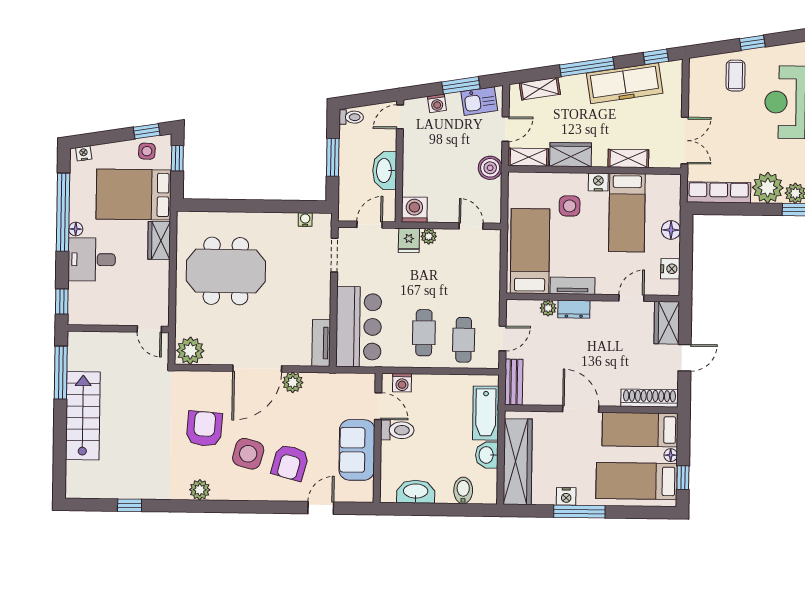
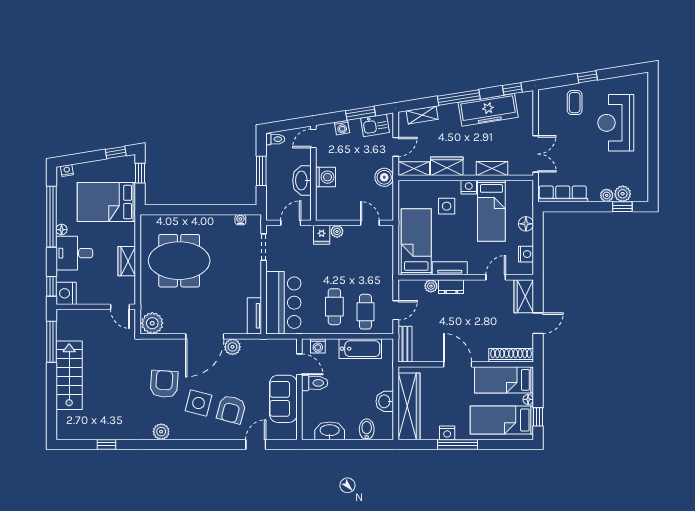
side table: (147, 151) -> (116, 168), removed
plant: (768, 188) -> (607, 195), width x0.53, depth x0.53
washing machine: (414, 210) -> (326, 177), moved, turned 90
wardrobe: (159, 241) -> (127, 261), moved
nightstand: (80, 311) -> (66, 293), added
bathtub: (486, 413) -> (360, 349), moved, turned -90

